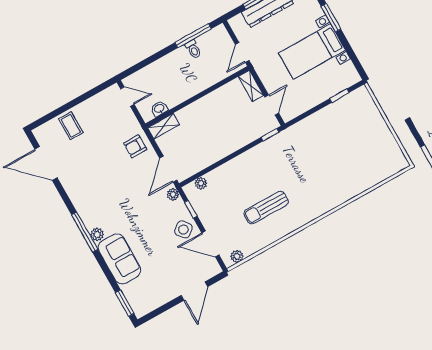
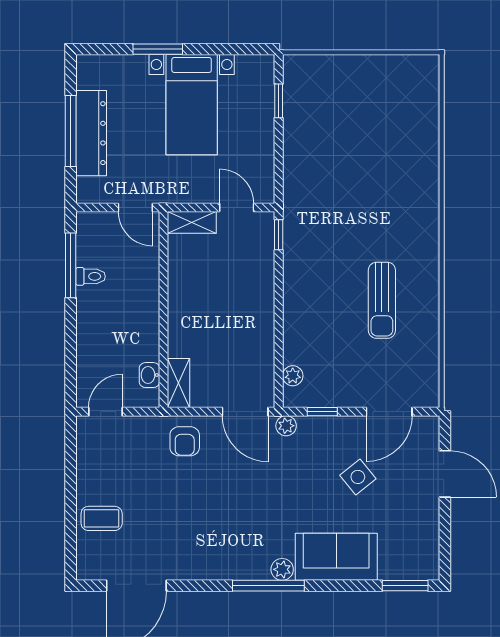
side table: (183, 229) -> (358, 477), moved
plant: (237, 256) -> (429, 383), removed

